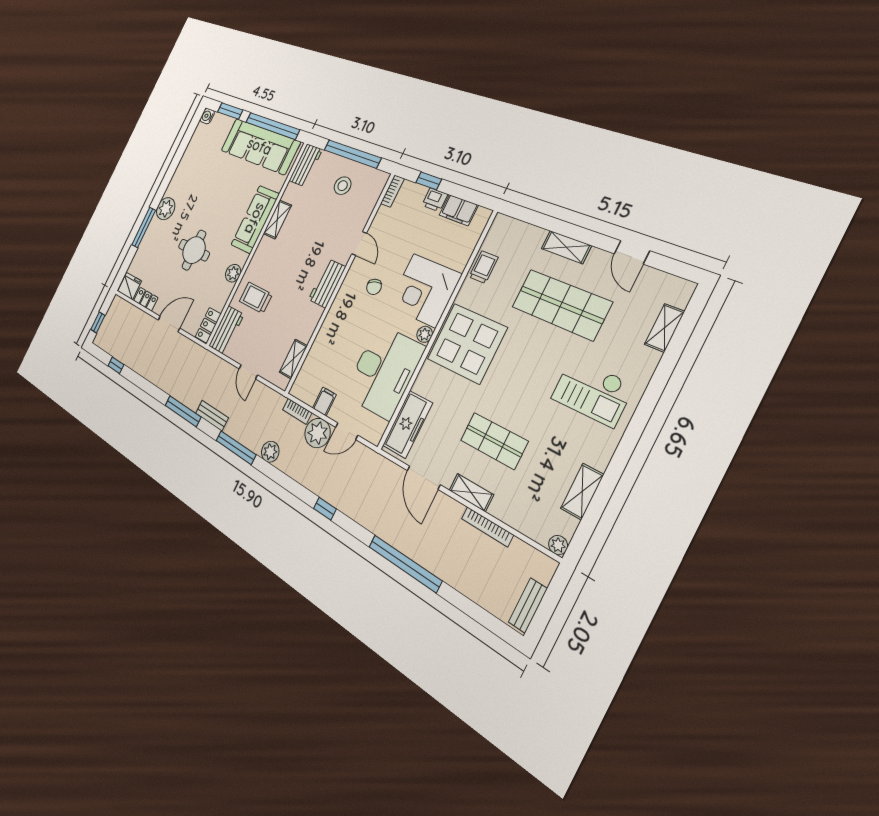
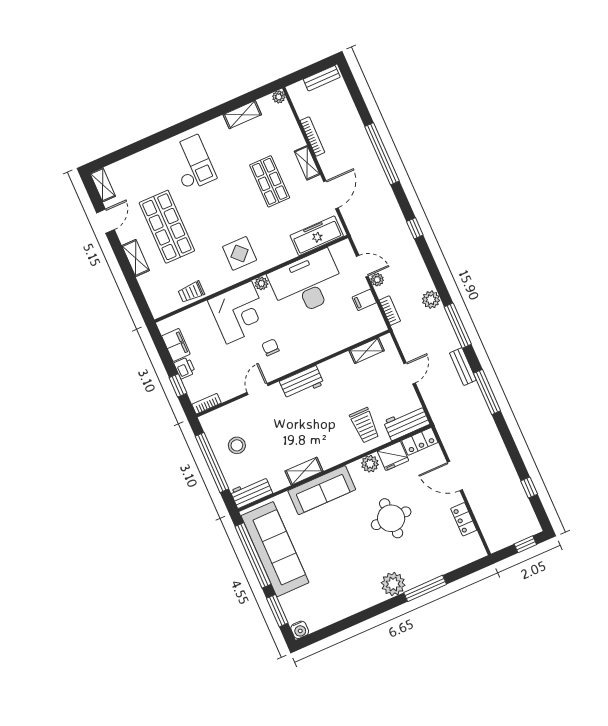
fridge: (129, 286) -> (393, 456), moved, turned -90
chair: (374, 287) -> (270, 347), turned -71
shelving: (665, 328) -> (103, 185), moved, turned 90
display table: (467, 343) -> (240, 253), width x0.54, depth x0.54
plant: (318, 433) -> (377, 280), width x0.53, depth x0.53

